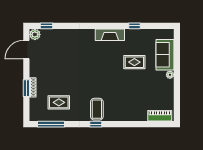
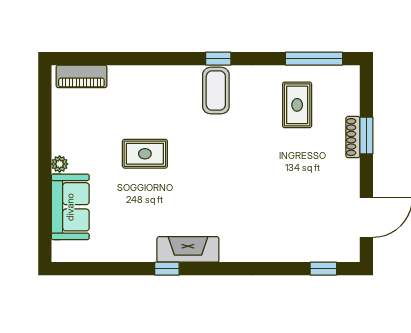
window: (135, 26) -> (167, 269), moved
plant: (35, 34) -> (348, 250), removed
rug: (134, 62) -> (145, 154), moved
rug: (59, 102) -> (297, 105), turned 90

